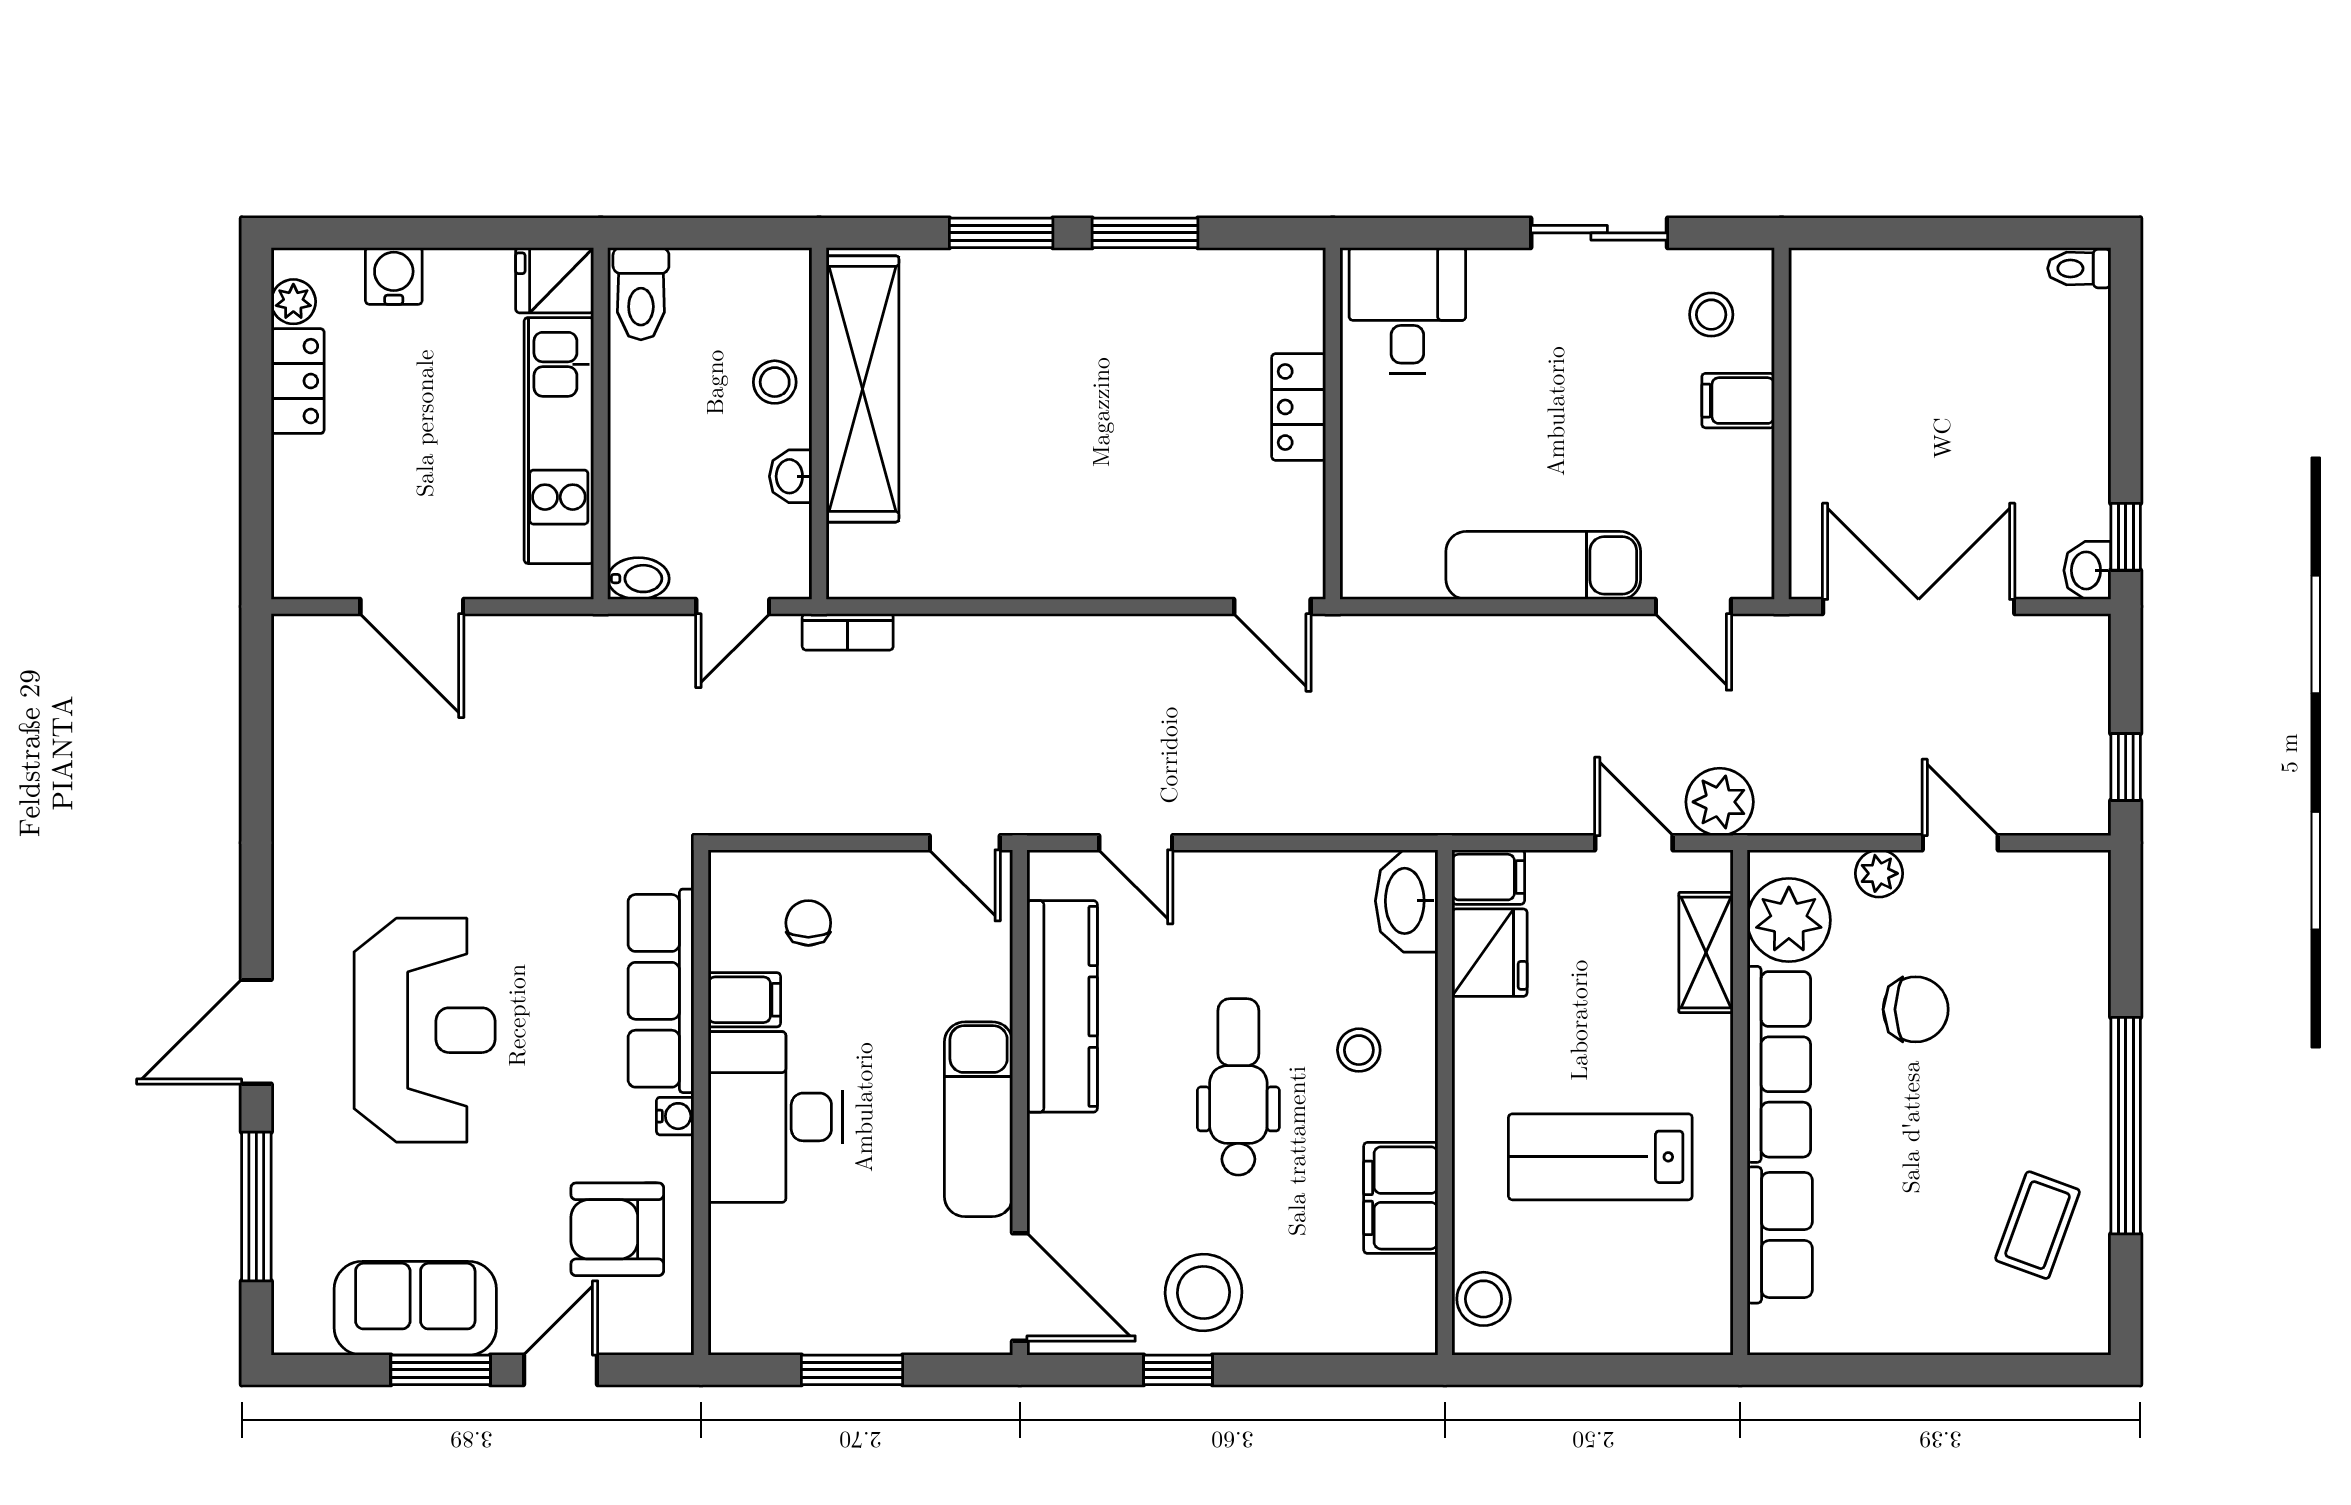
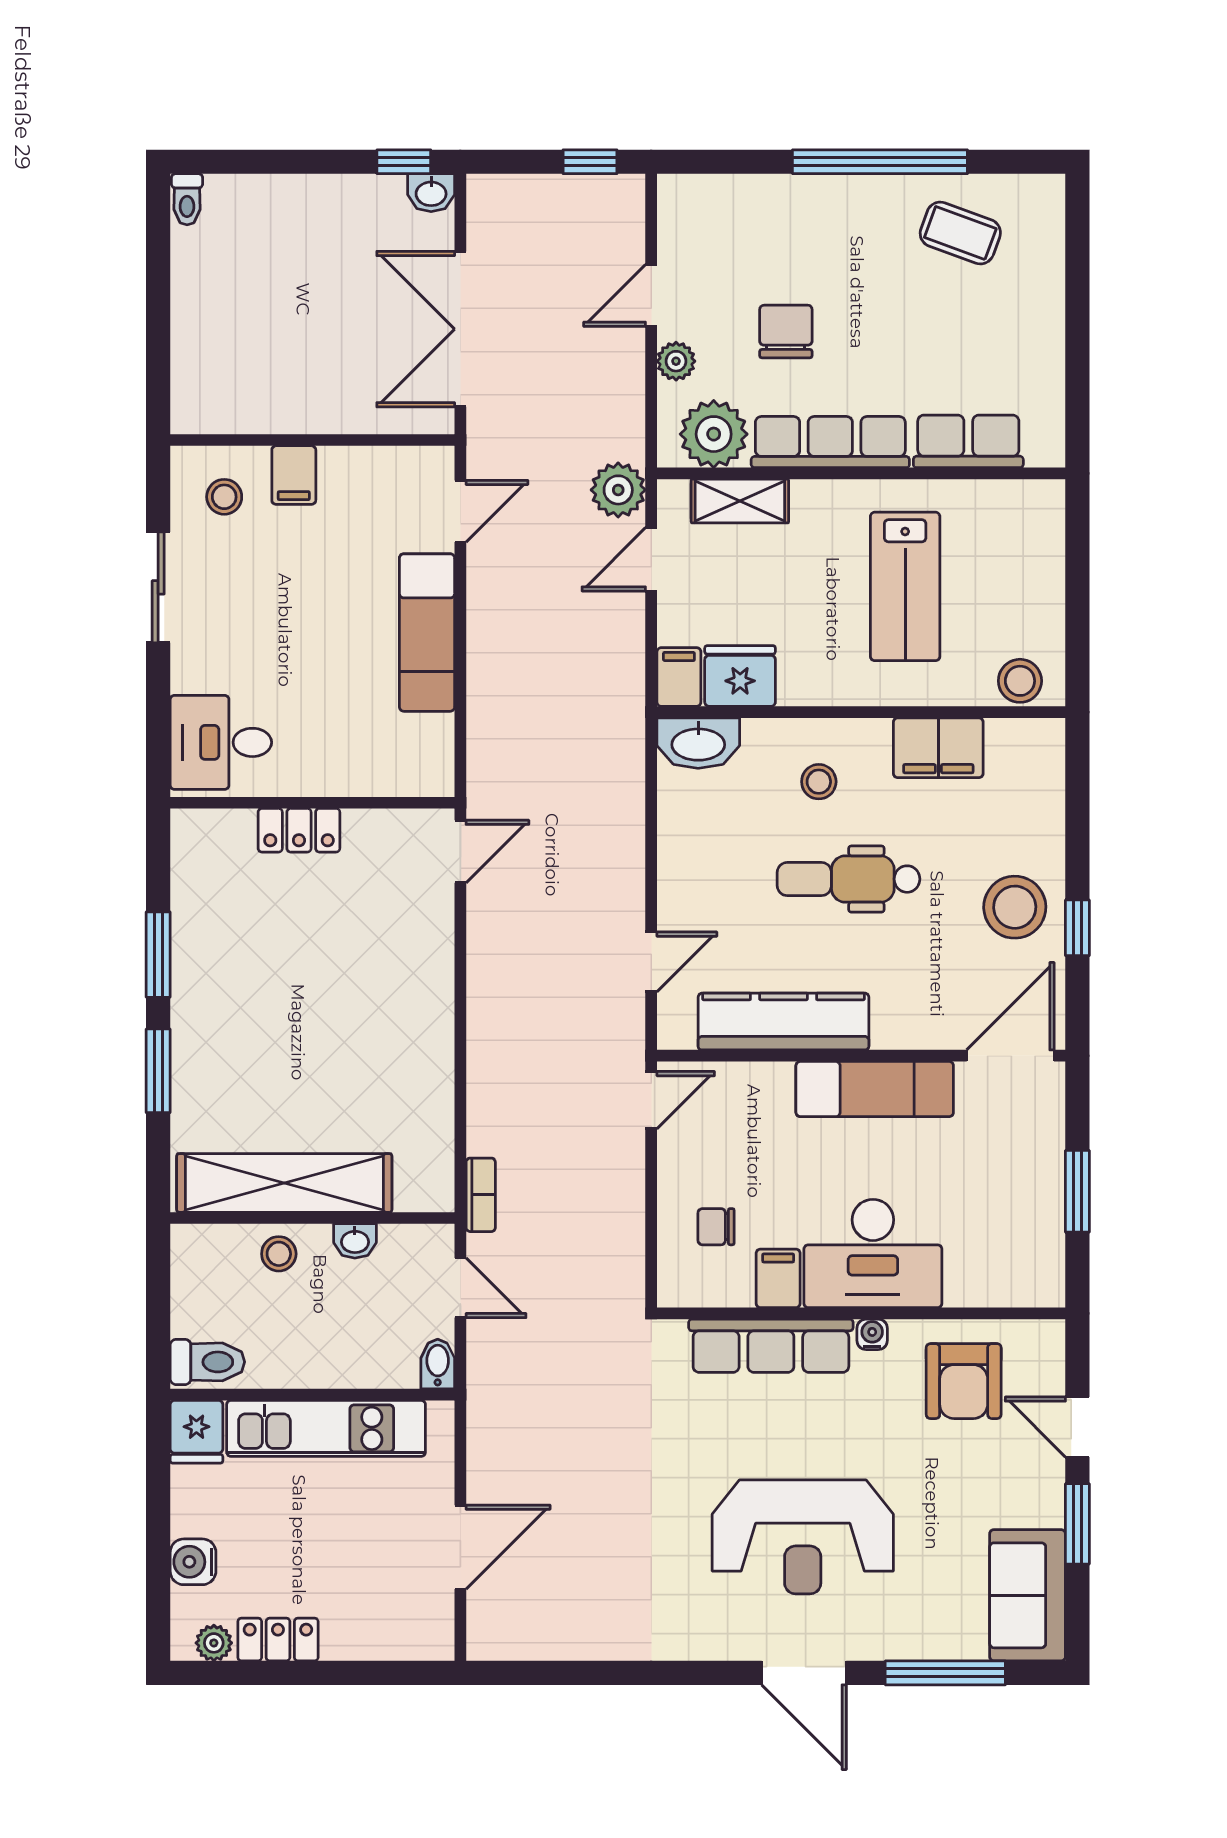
reception desk: (425, 1030) -> (803, 1537), turned 180
sofa: (415, 1308) -> (1028, 1595), moved

